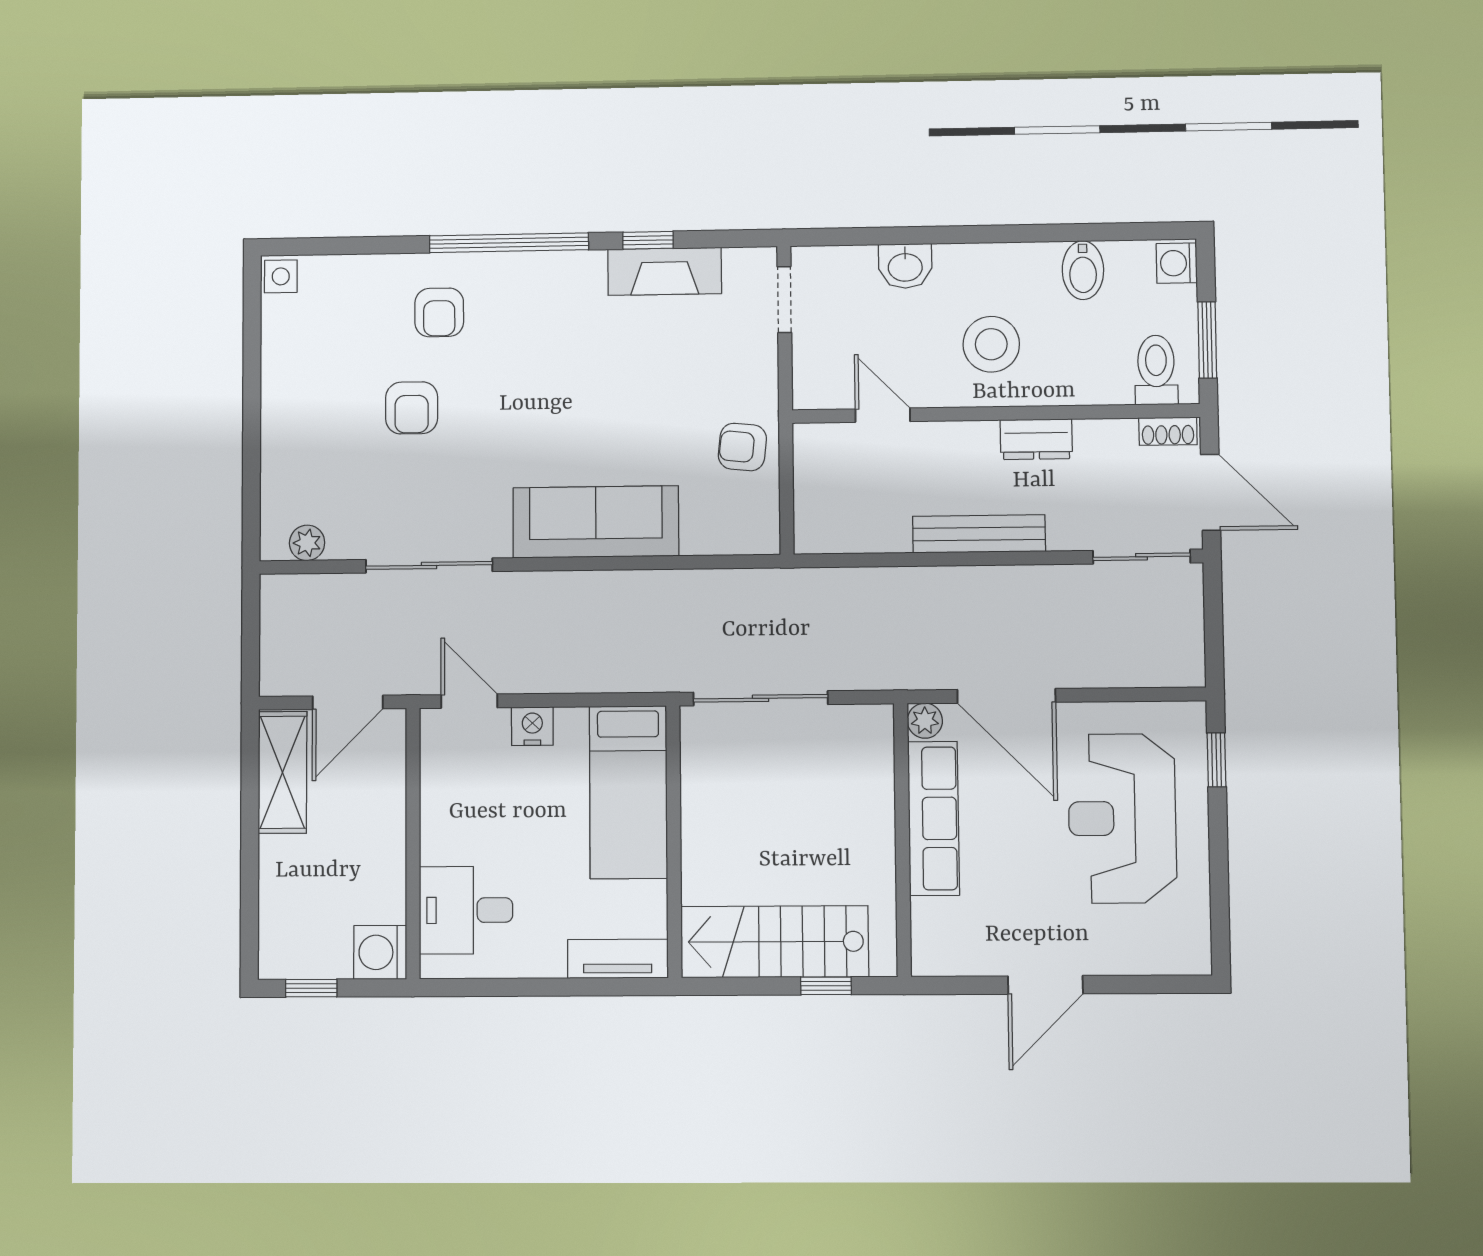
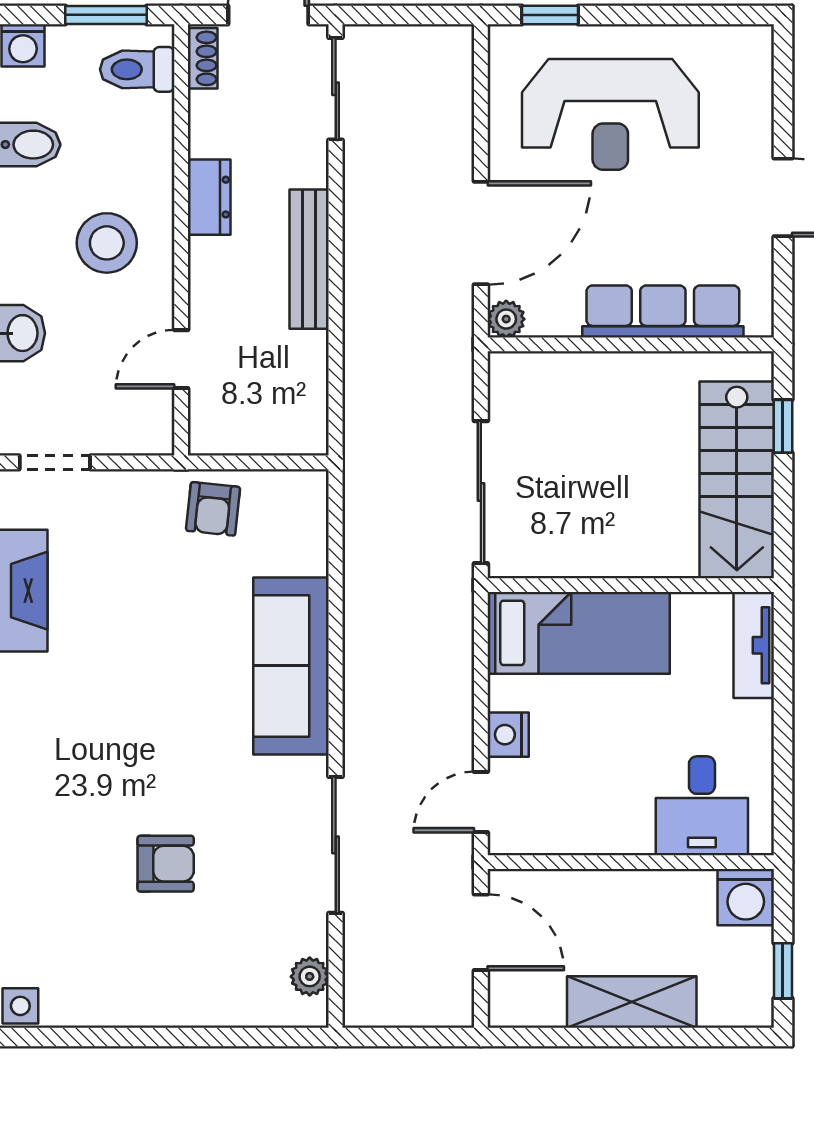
armchair: (439, 312) -> (63, 834), removed
shelving: (283, 772) -> (632, 1002), moved
row of seats: (933, 818) -> (663, 311), moved

